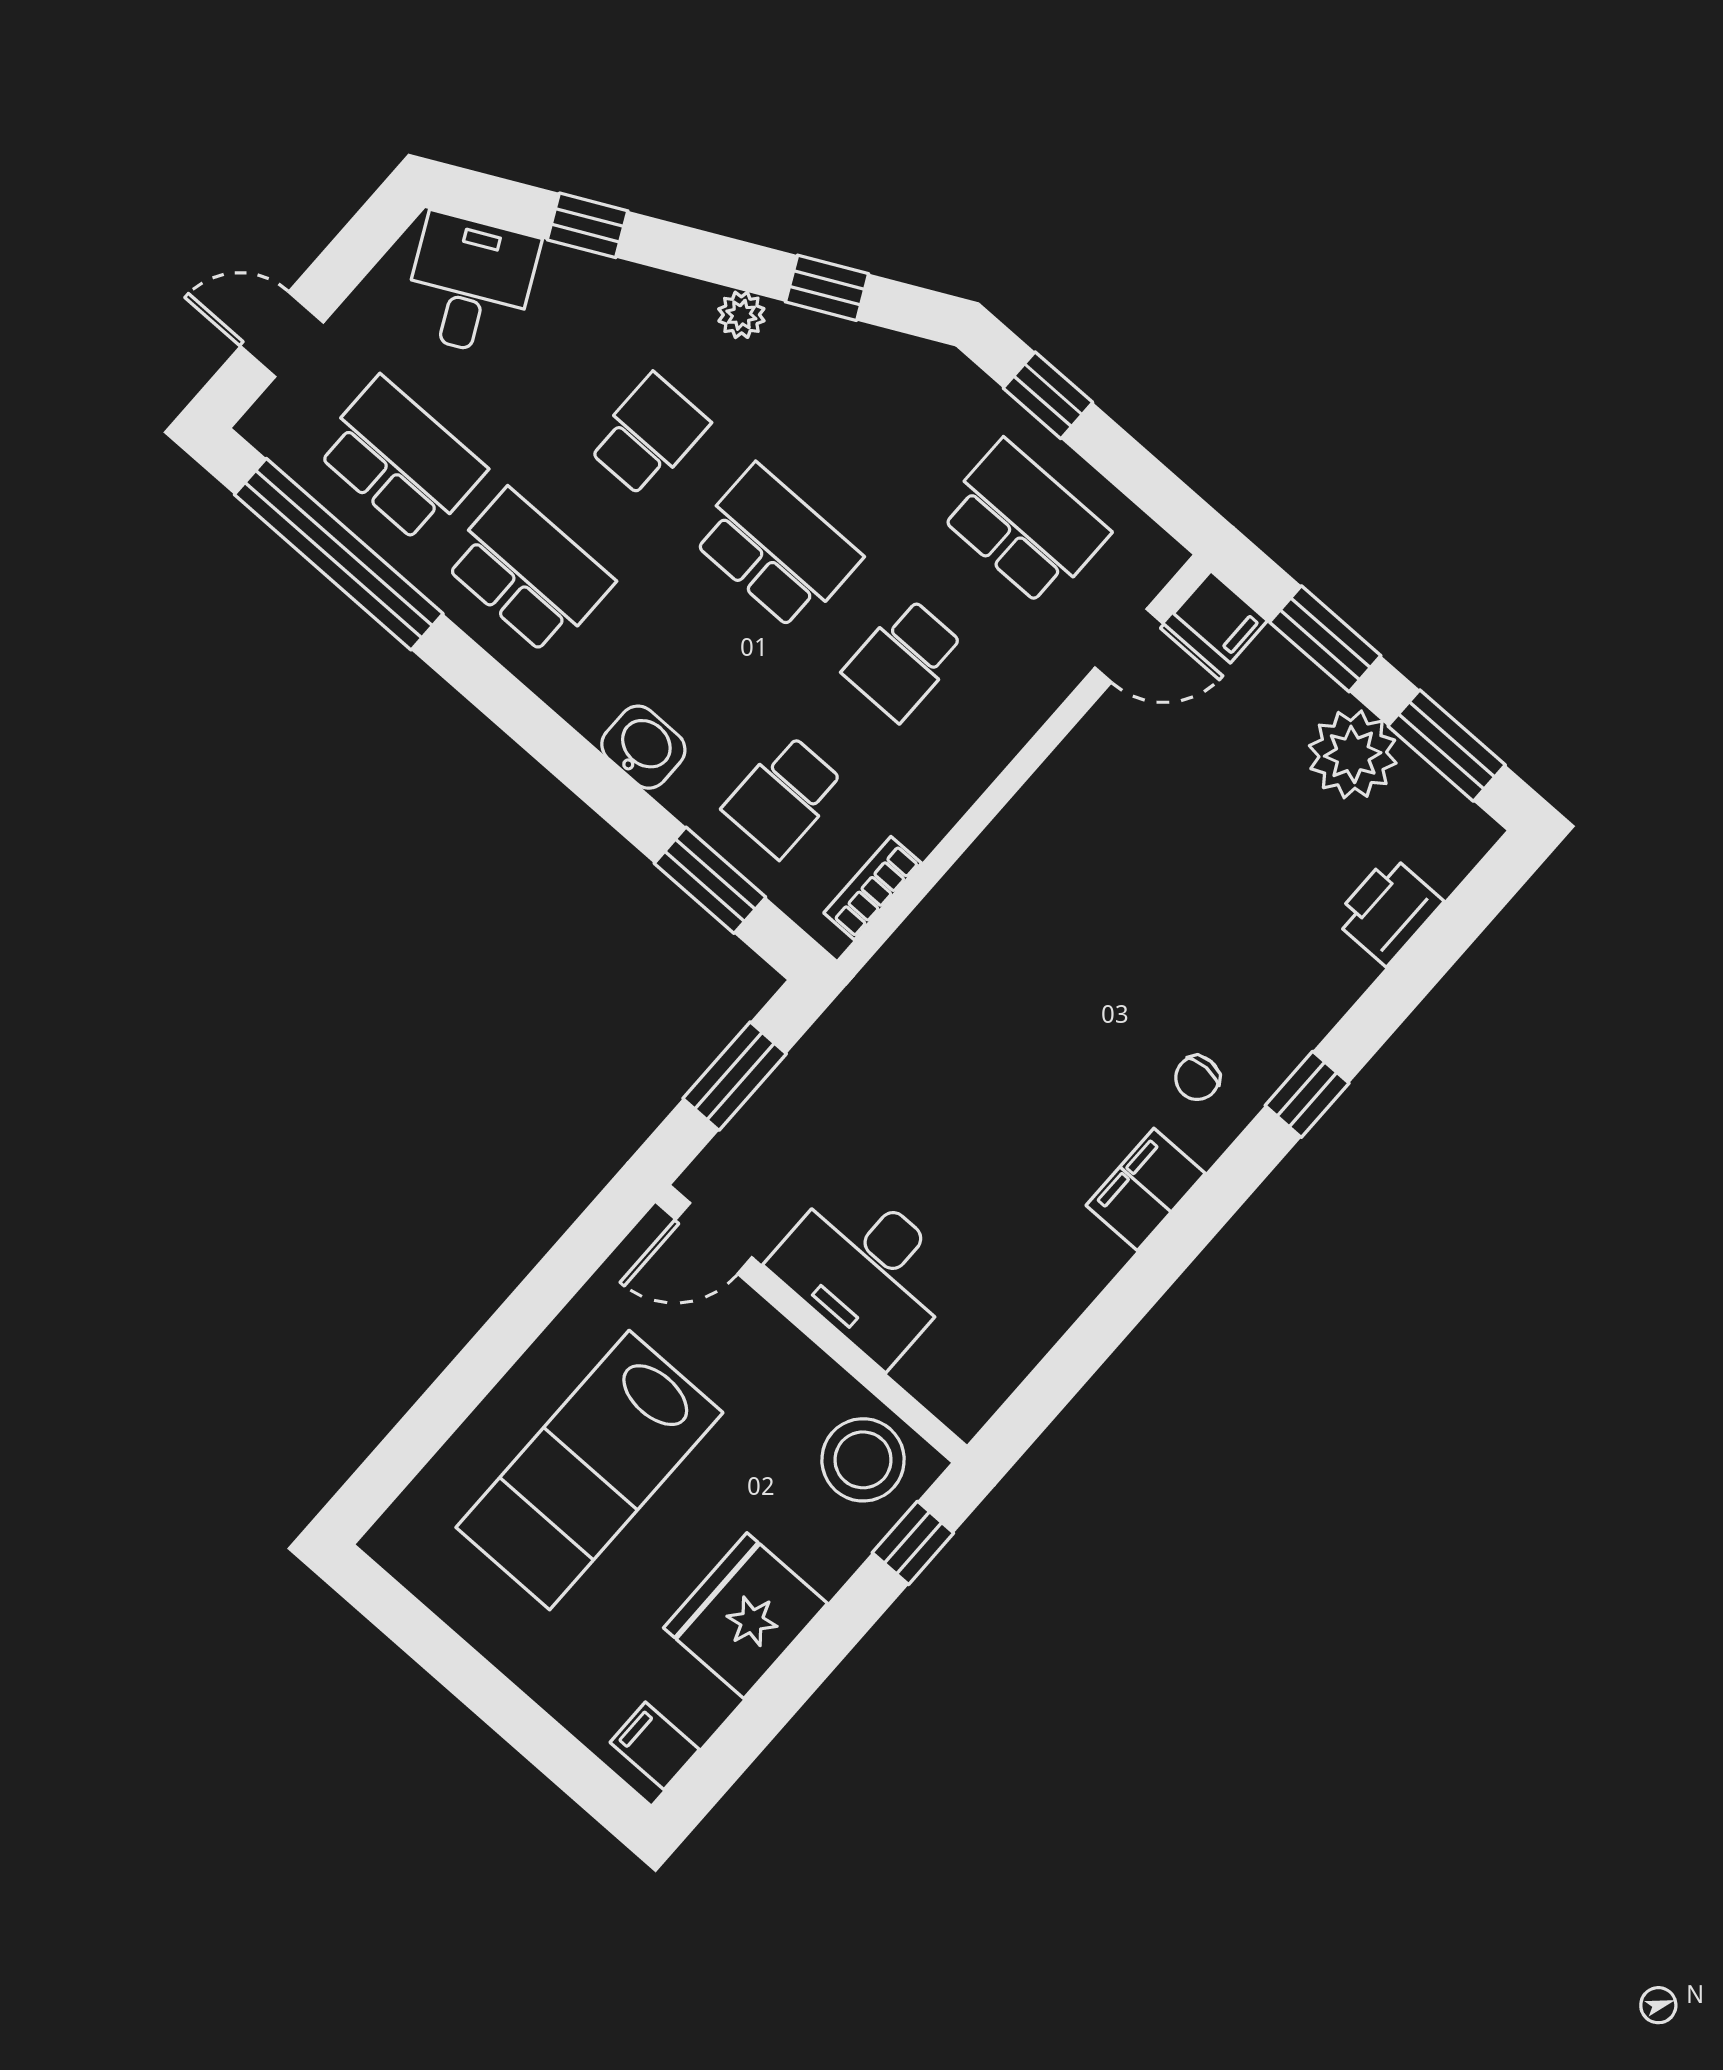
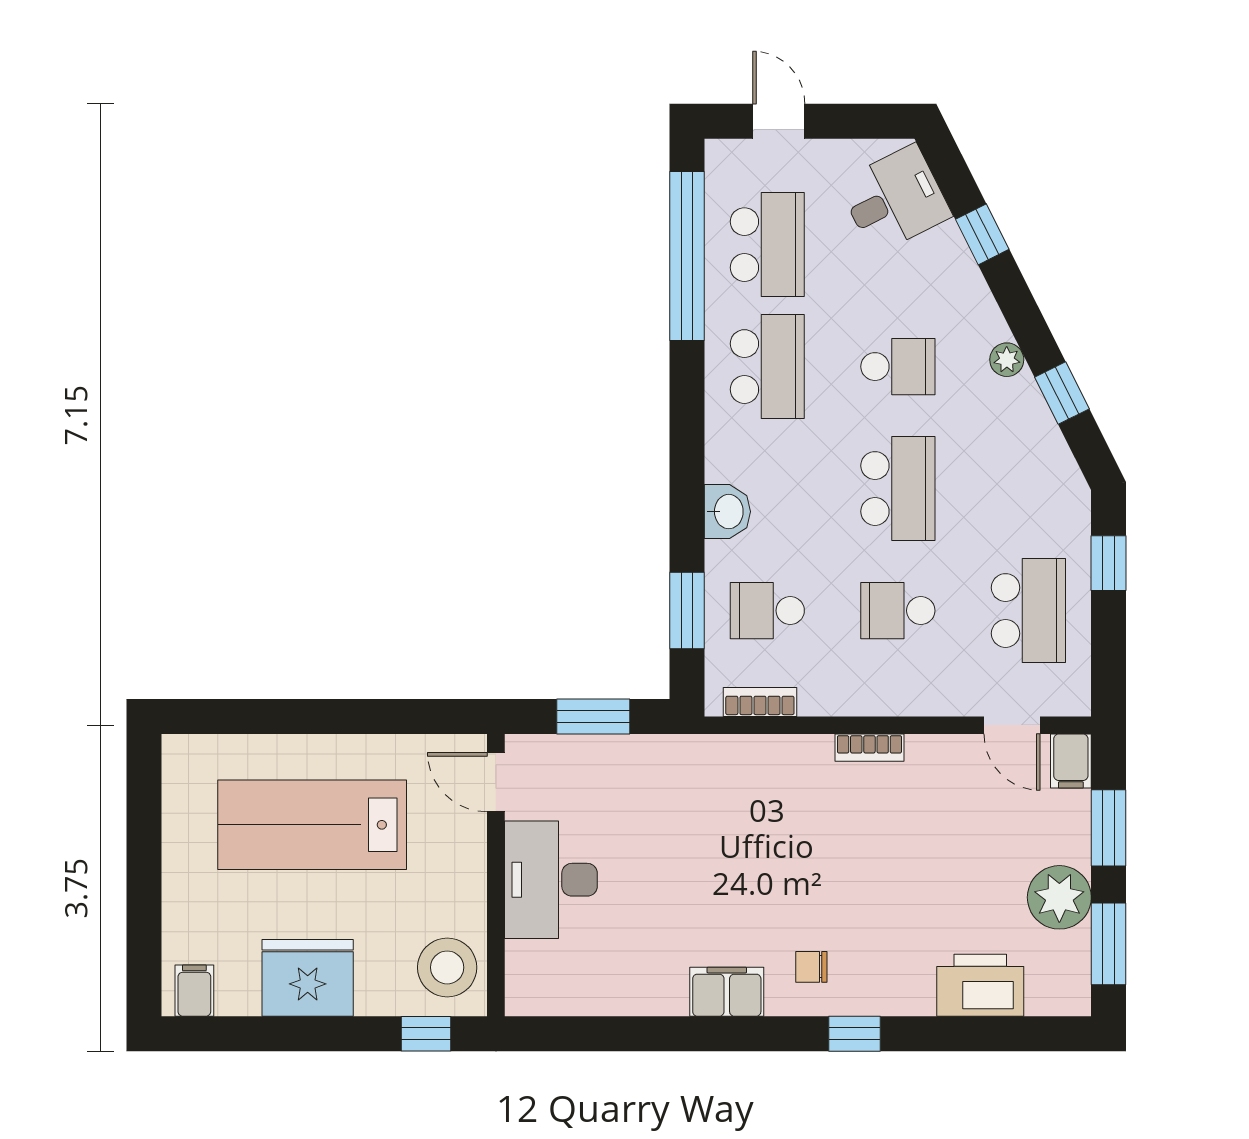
bookcase: (1021, 815) -> (869, 748), added
printer: (1388, 910) -> (980, 985), width x1.37, depth x1.19

